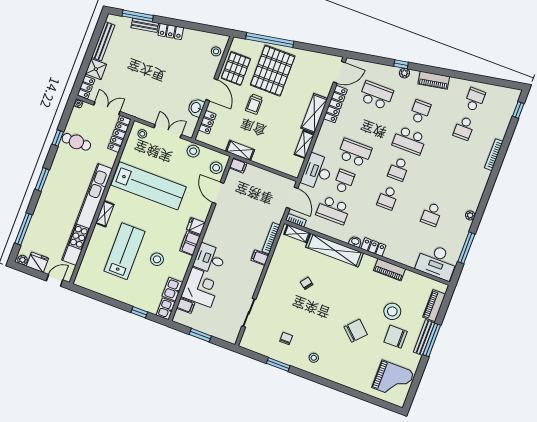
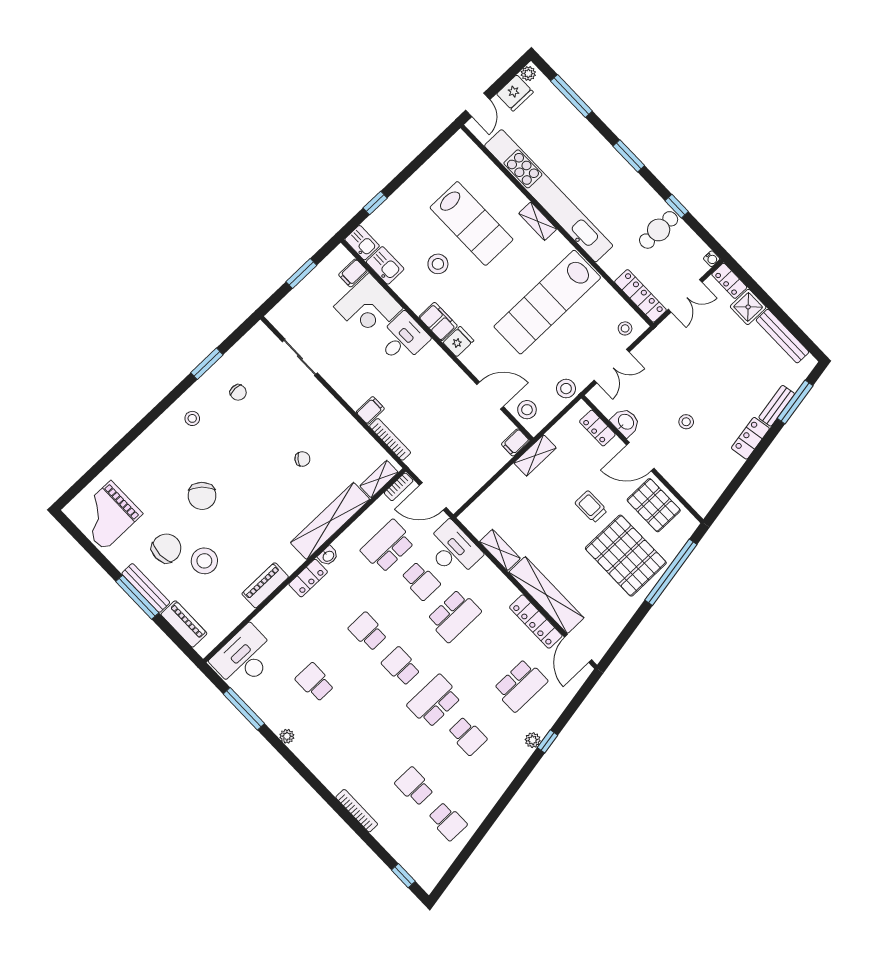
stool: (216, 51) -> (686, 422), moved
piano: (434, 80) -> (503, 777), removed
shelving: (314, 113) -> (546, 595), width x1.47

